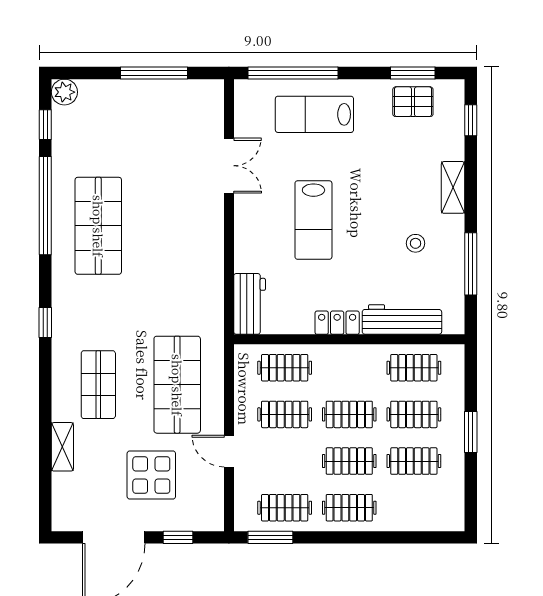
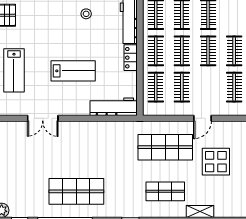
double door: (229, 166) -> (43, 118), swing flipped
workbench: (250, 304) -> (114, 107), width x1.38
clothes rail: (349, 368) -> (156, 51), added

